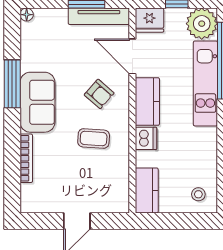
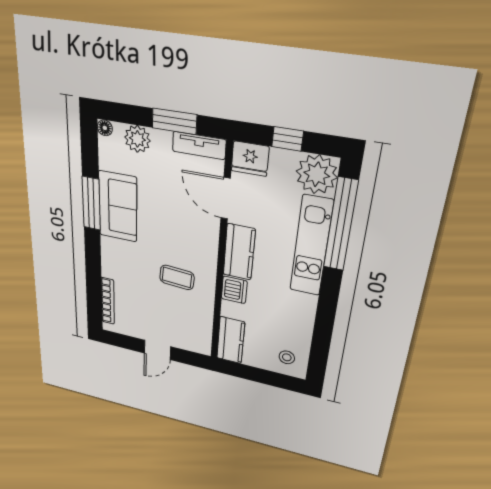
tv unit: (99, 16) -> (199, 145), width x0.71
plant: (55, 19) -> (137, 139), added
armchair: (99, 94) -> (185, 233), removed
sofa: (37, 102) -> (118, 207), moved
bookcase: (26, 158) -> (108, 301), moved

